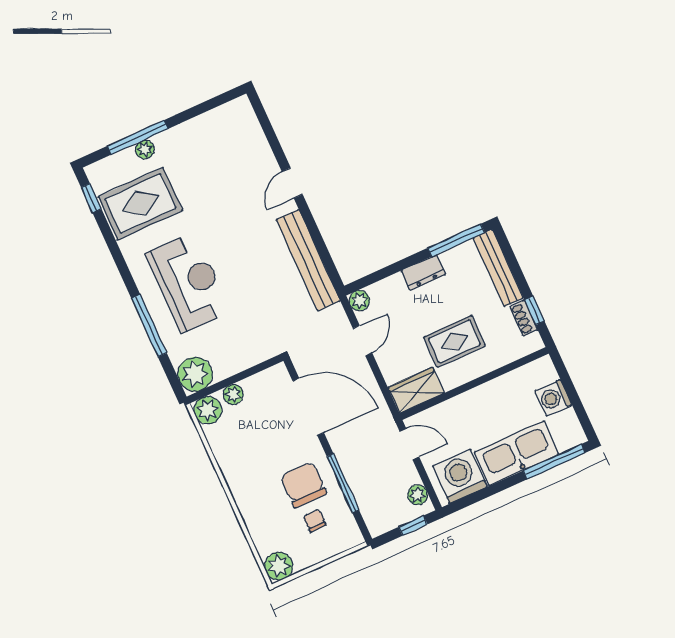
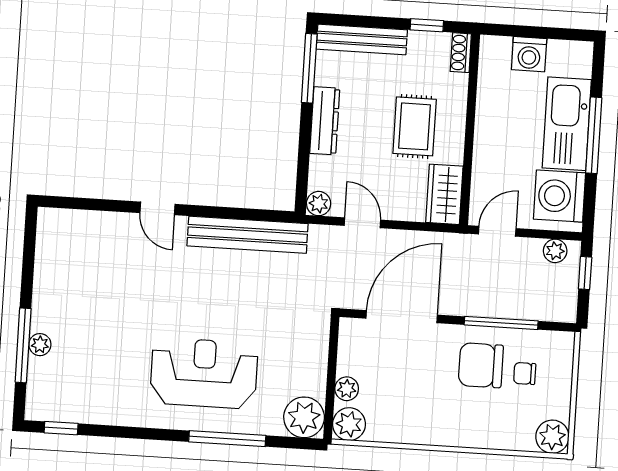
rug: (140, 204) -> (94, 379), removed
dresser: (423, 273) -> (325, 121), width x1.44
shoe rack: (524, 318) -> (461, 53), moved, turned 90
window: (554, 462) -> (594, 135), moved

